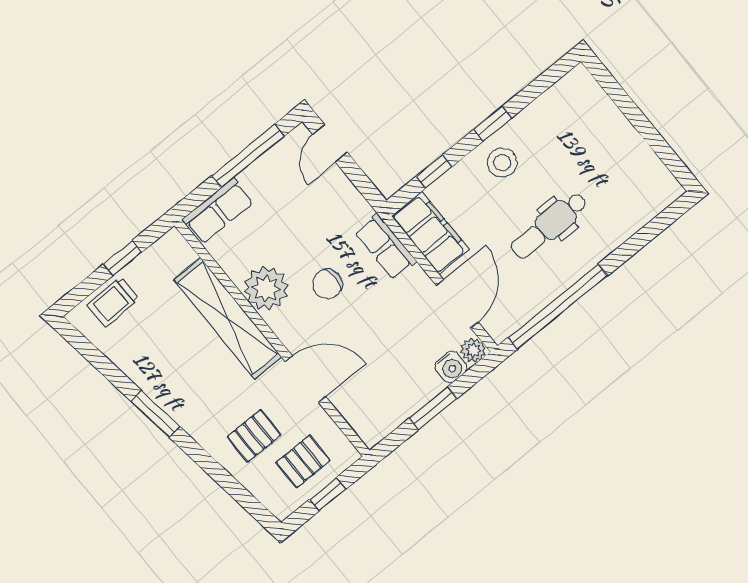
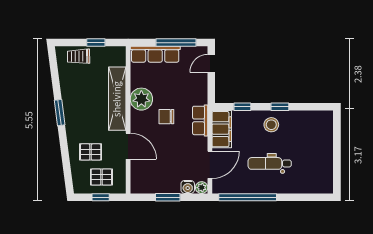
row of seats: (218, 211) -> (155, 54), width x1.48

